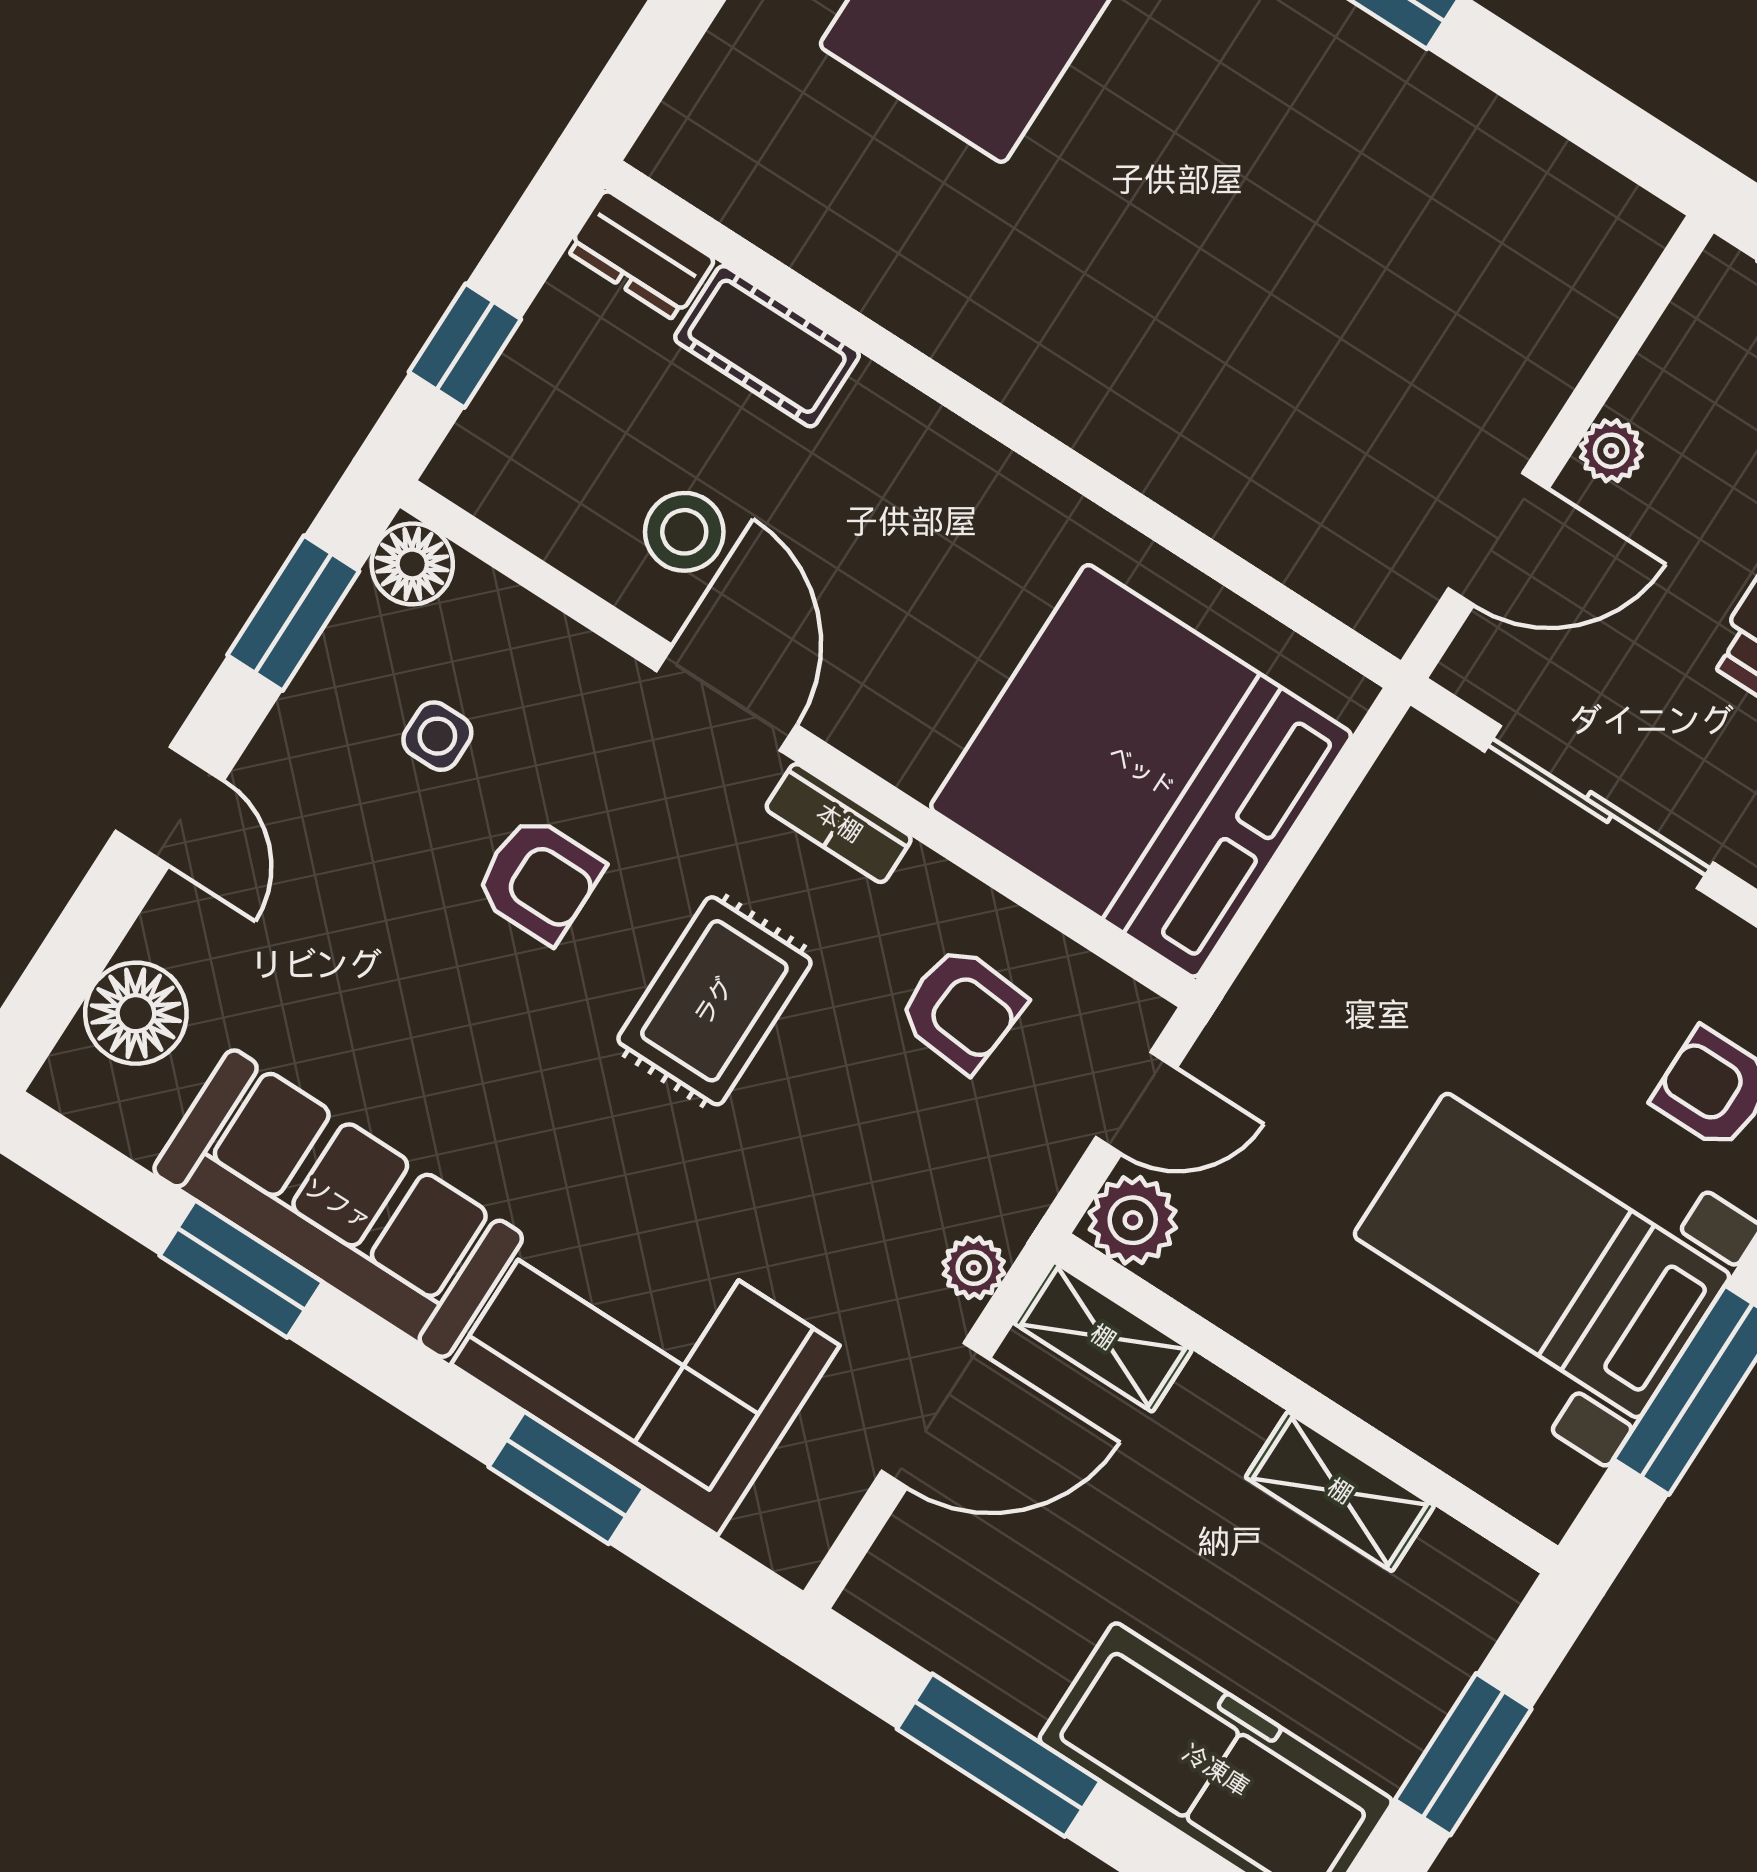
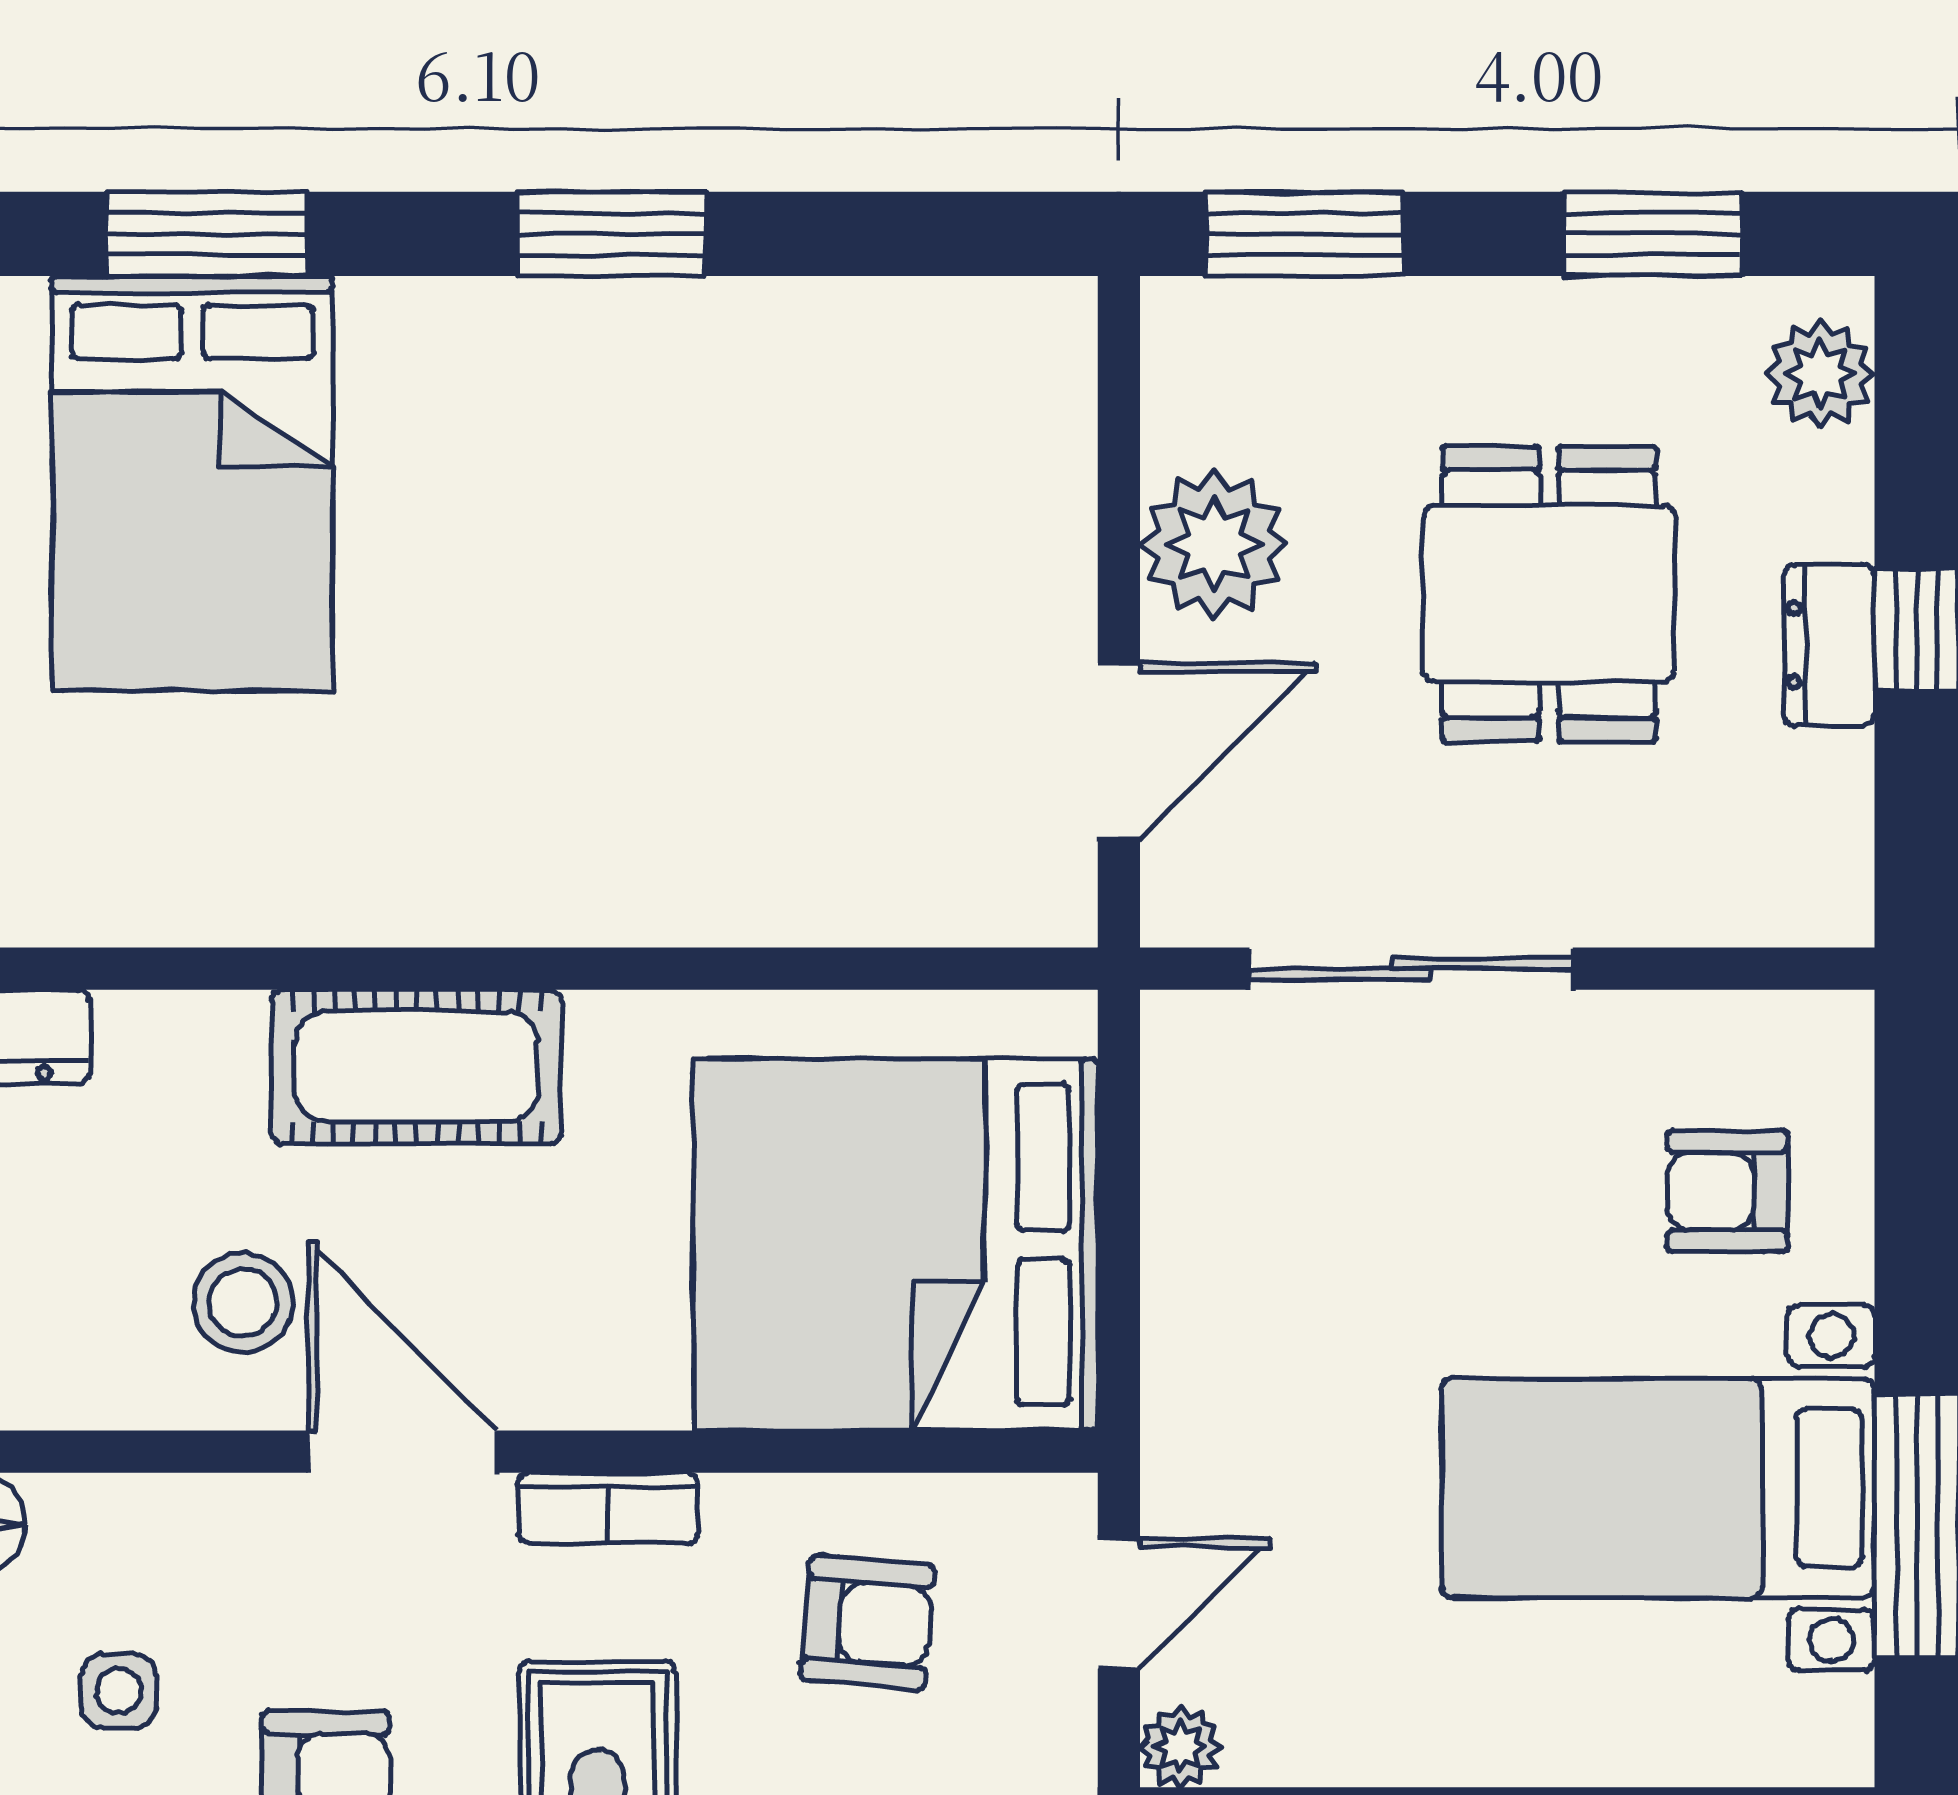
cot: (767, 346) -> (416, 1067), moved, width x1.37, depth x1.34
plant: (1611, 451) -> (1214, 544), width x1.87, depth x1.87
plant: (1133, 1220) -> (1181, 1747), width x0.73, depth x0.73

